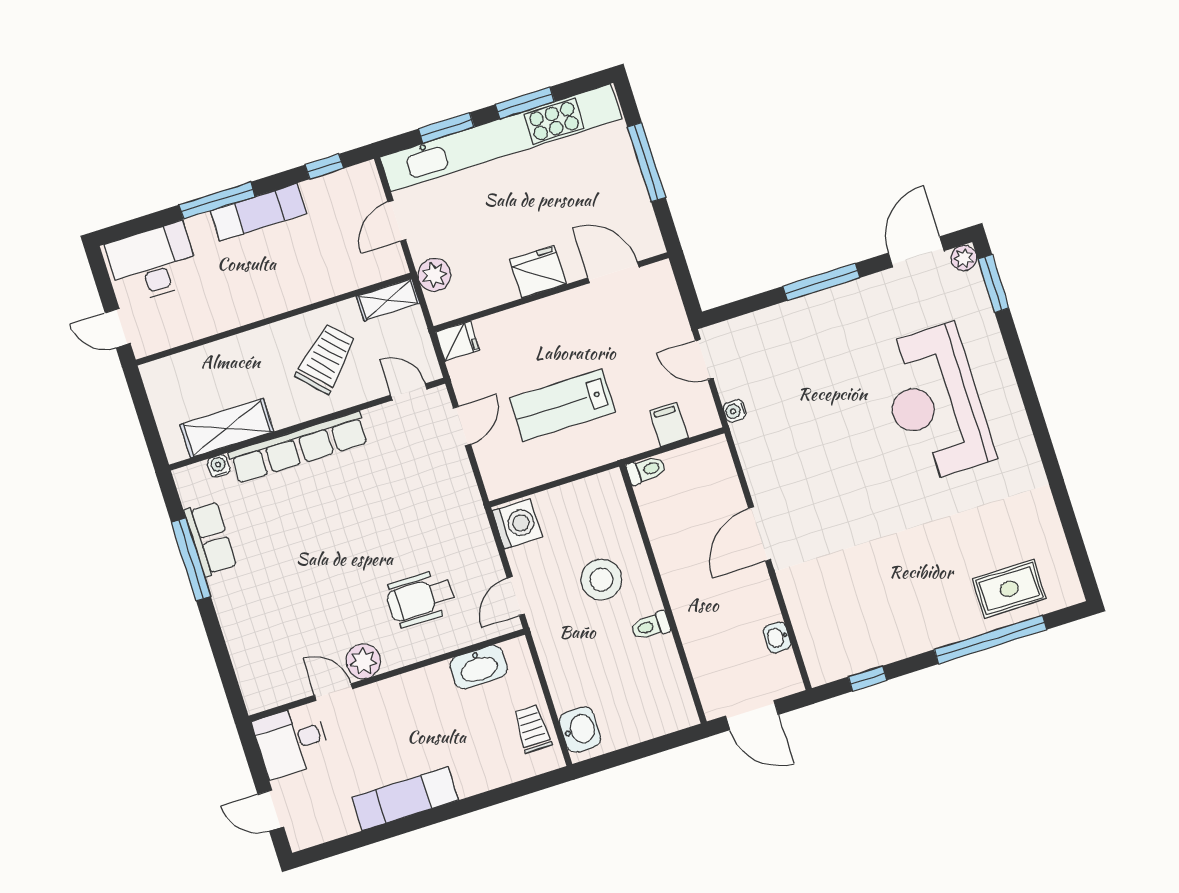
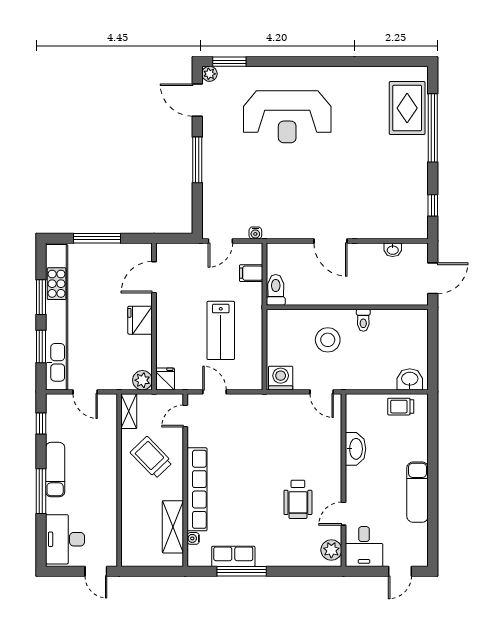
plant: (434, 275) -> (142, 380), moved
door: (118, 328) -> (96, 571), hinge flipped
toilet: (646, 470) -> (276, 290), width x1.37, depth x1.39
rug: (1009, 589) -> (407, 108), width x1.36, depth x1.43
wheelchair: (420, 599) -> (298, 499), moved
plant: (363, 661) -> (331, 550), moved
washbasin: (479, 667) -> (355, 449), moved

